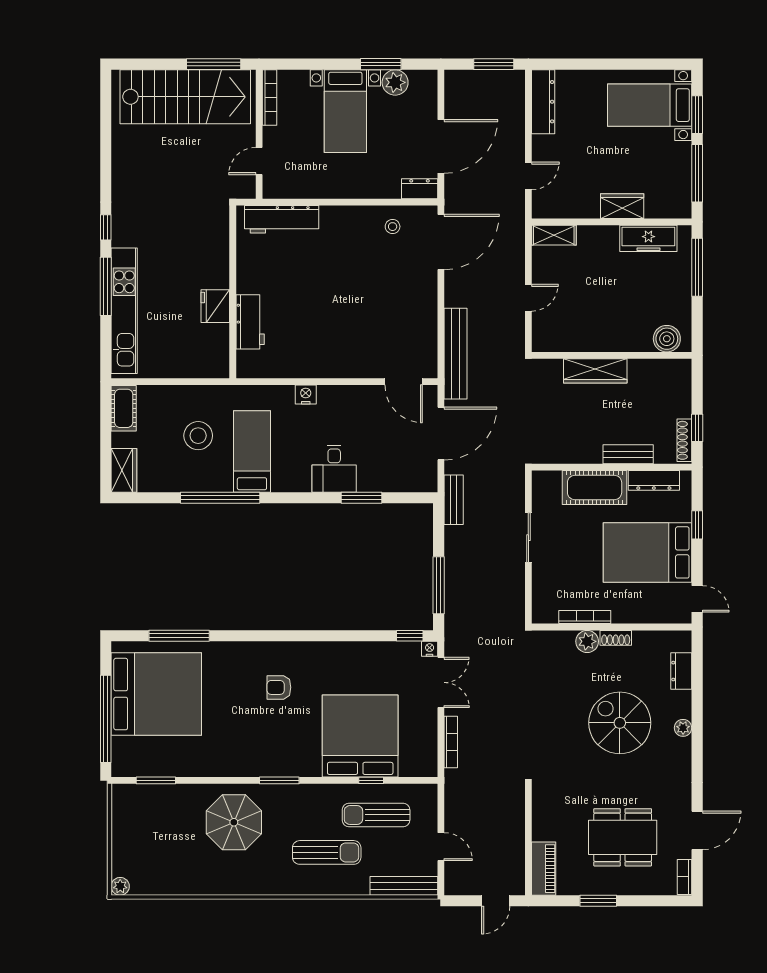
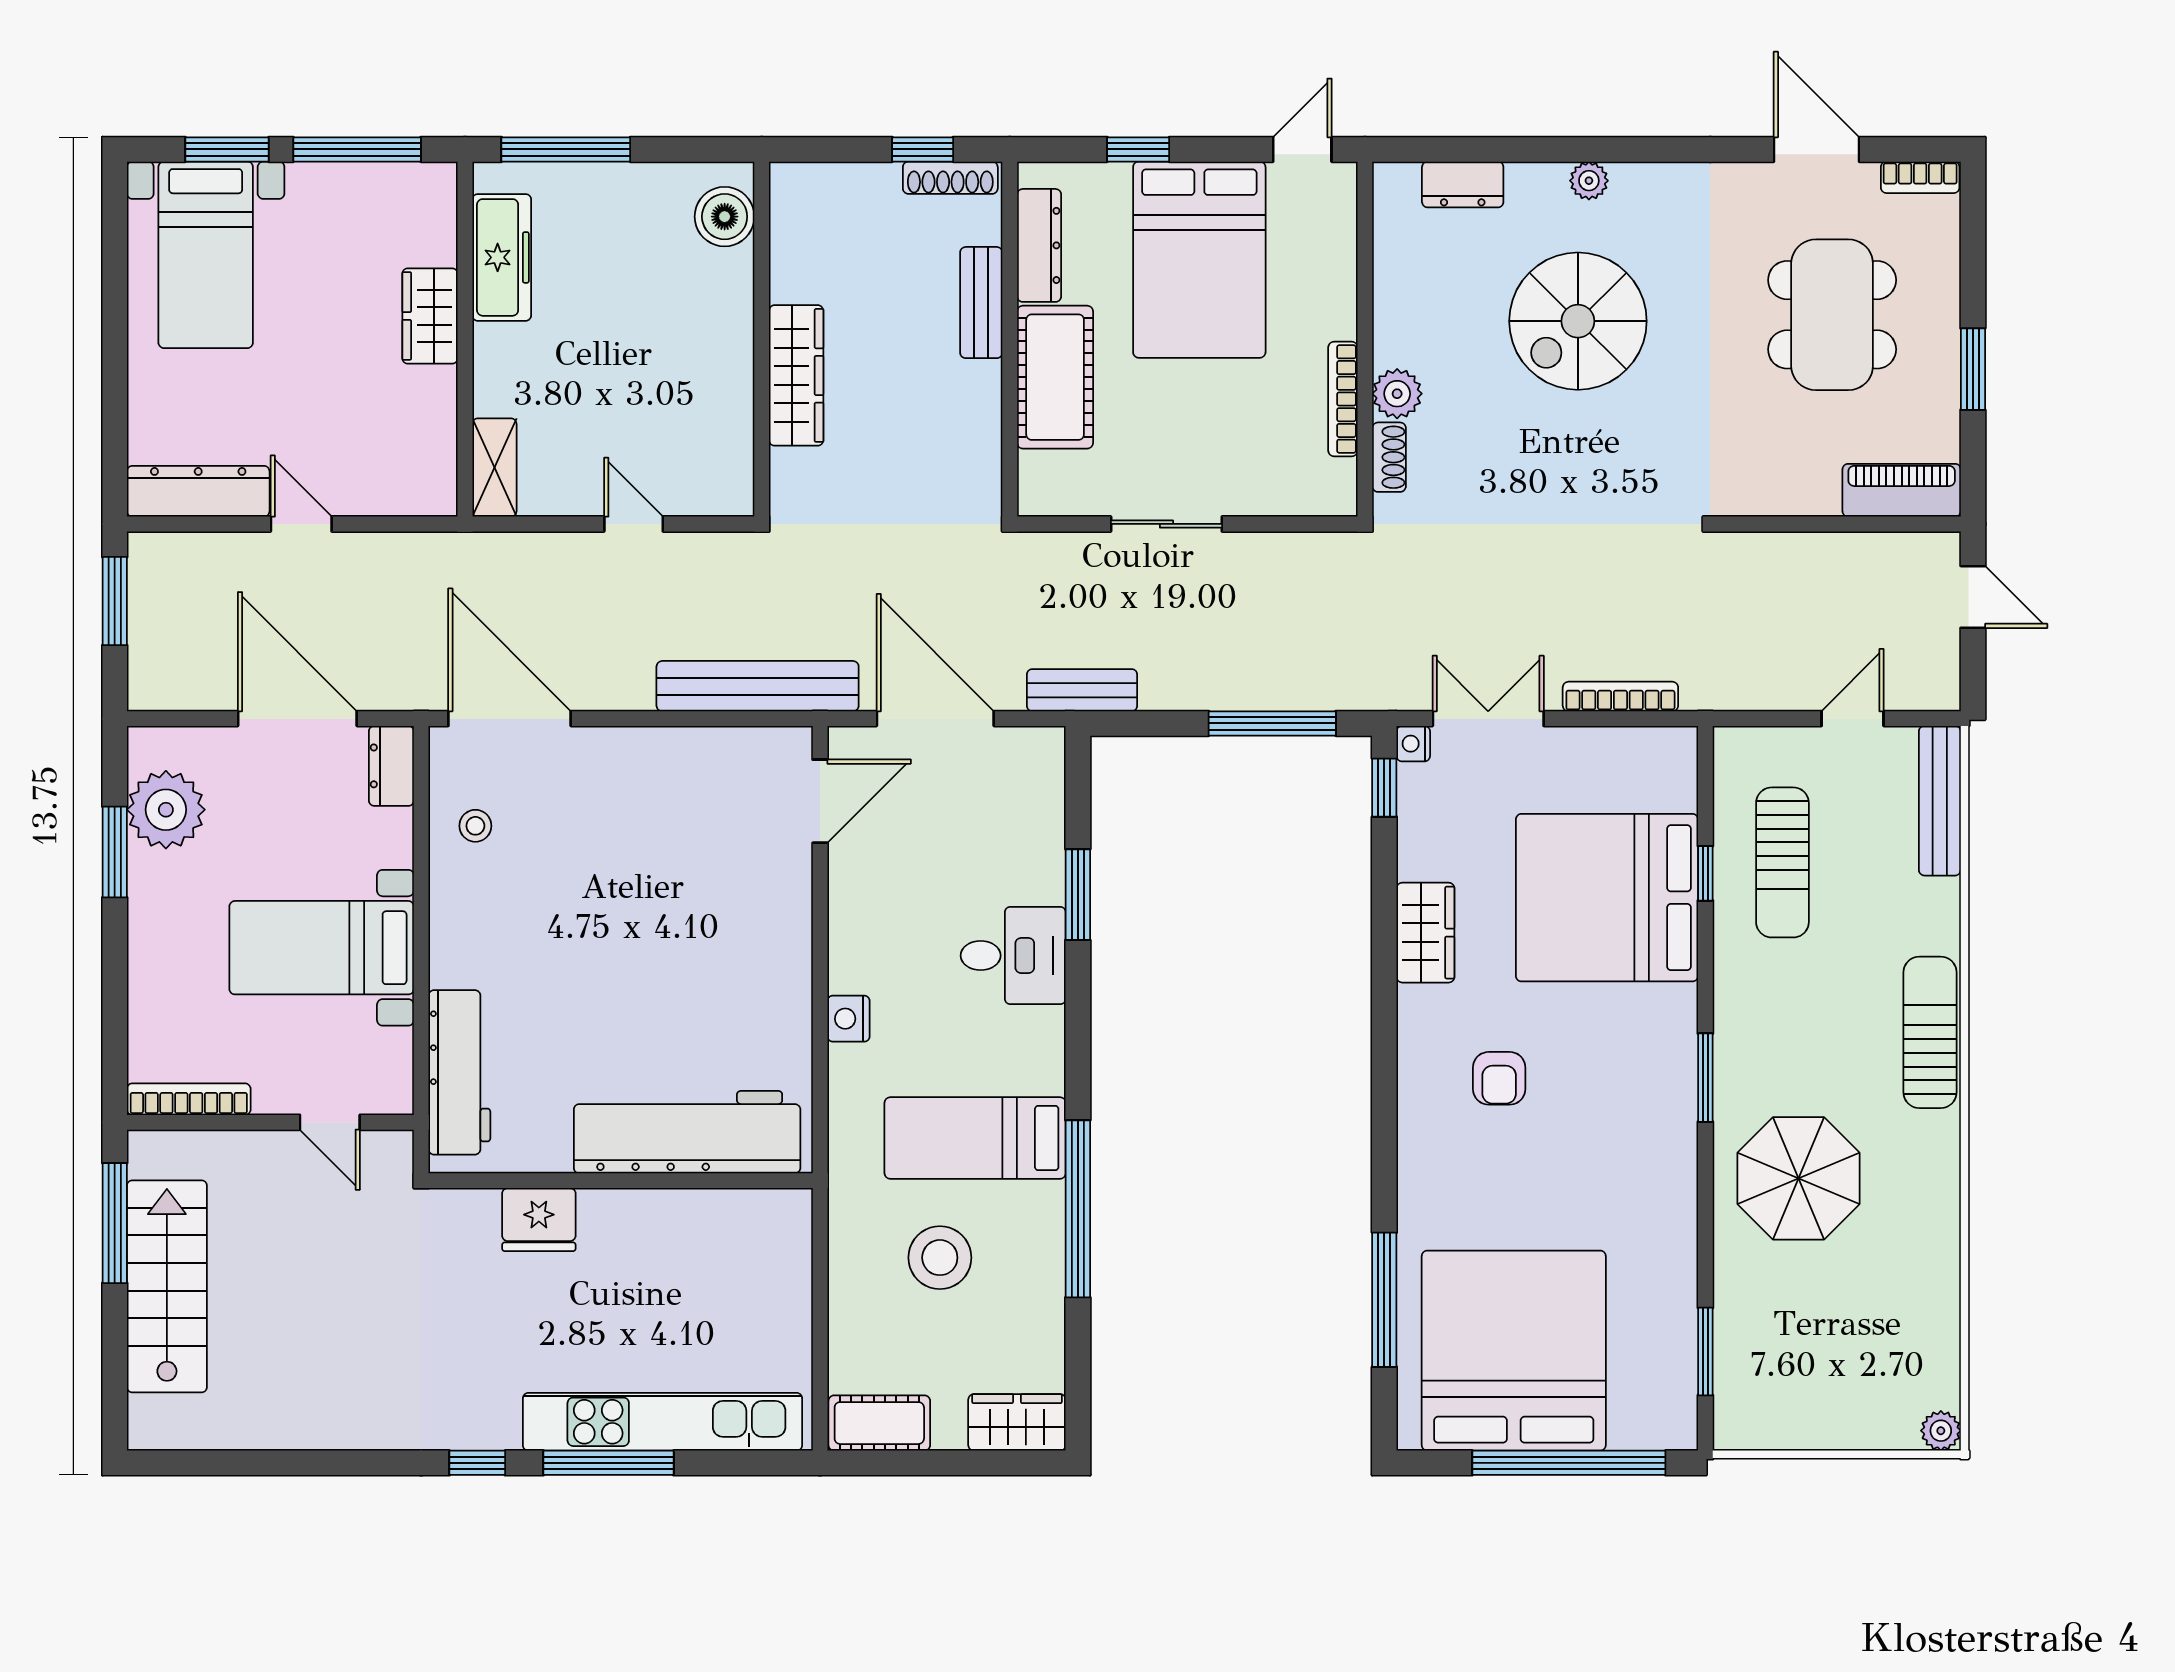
plant: (395, 82) -> (166, 810), width x1.36, depth x1.36
stairs: (185, 97) -> (167, 1286), width x0.73, depth x0.66
bed with nightstands: (345, 111) -> (322, 948), moved, turned 180
door: (528, 176) -> (301, 524), moved
fridge: (215, 306) -> (539, 1220), moved
workbench: (250, 322) -> (687, 1132), width x1.87, depth x1.32
shoe rack: (616, 638) -> (1389, 457), moved
wardrobe: (344, 654) -> (1425, 933), added
sun lounger: (327, 852) -> (1930, 1032), moved

